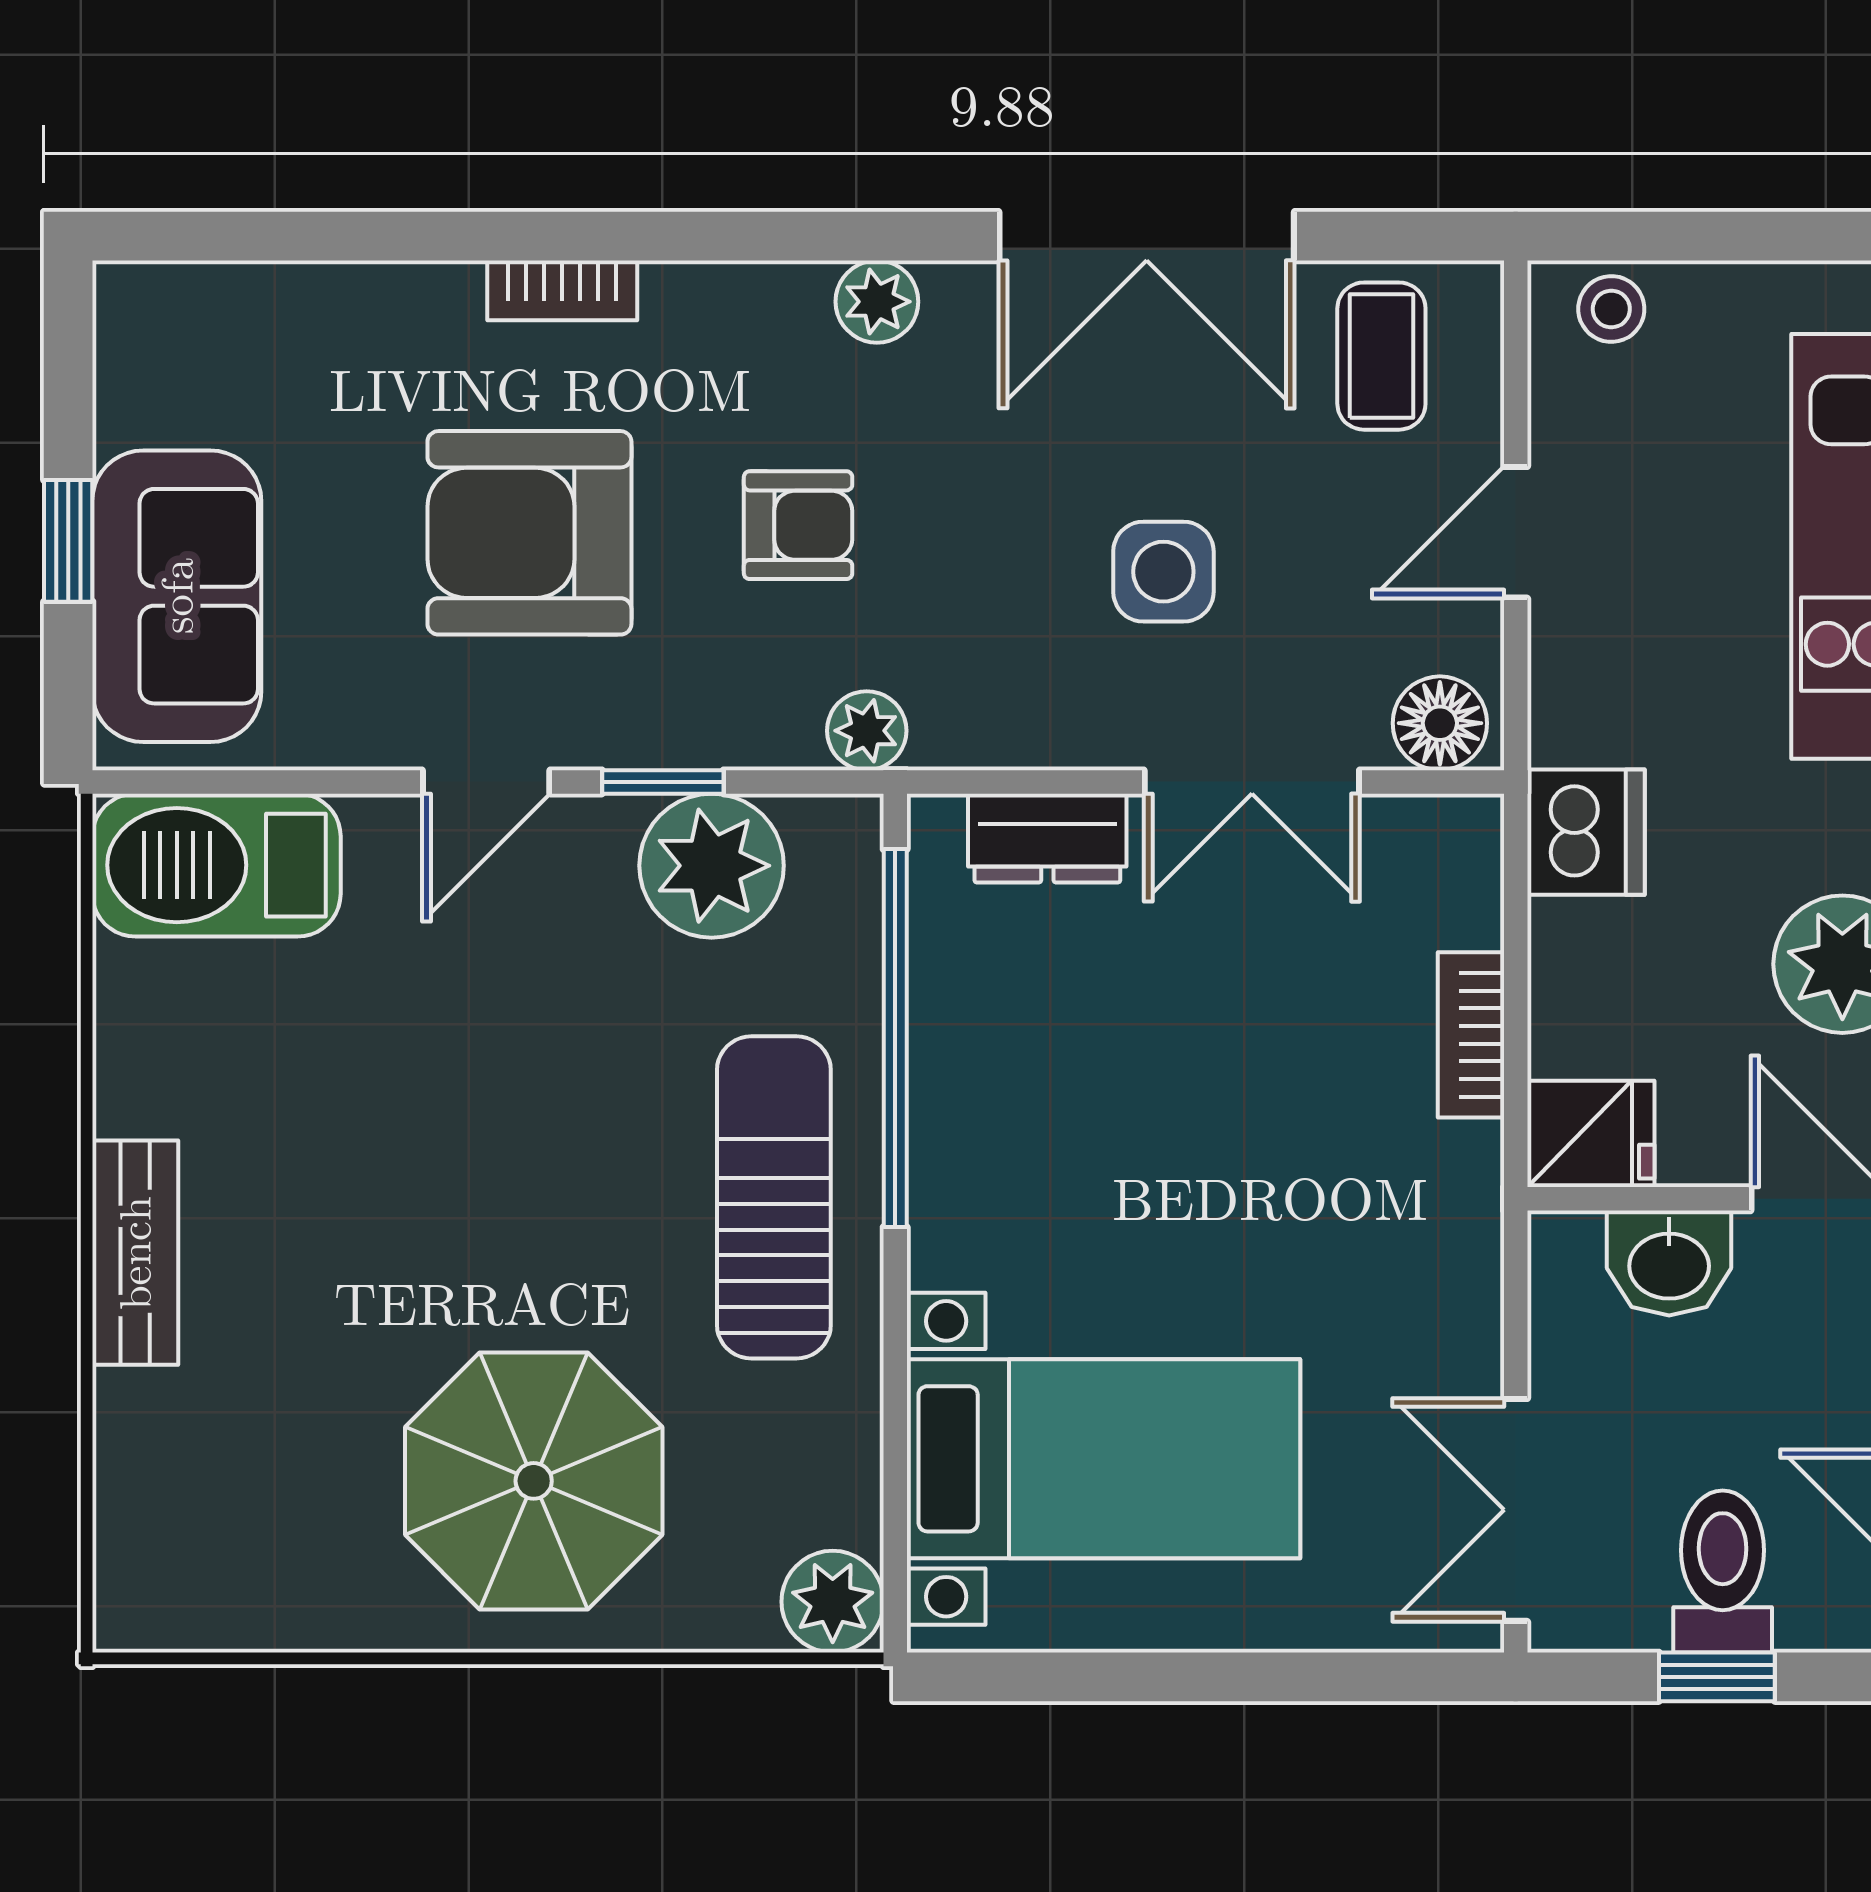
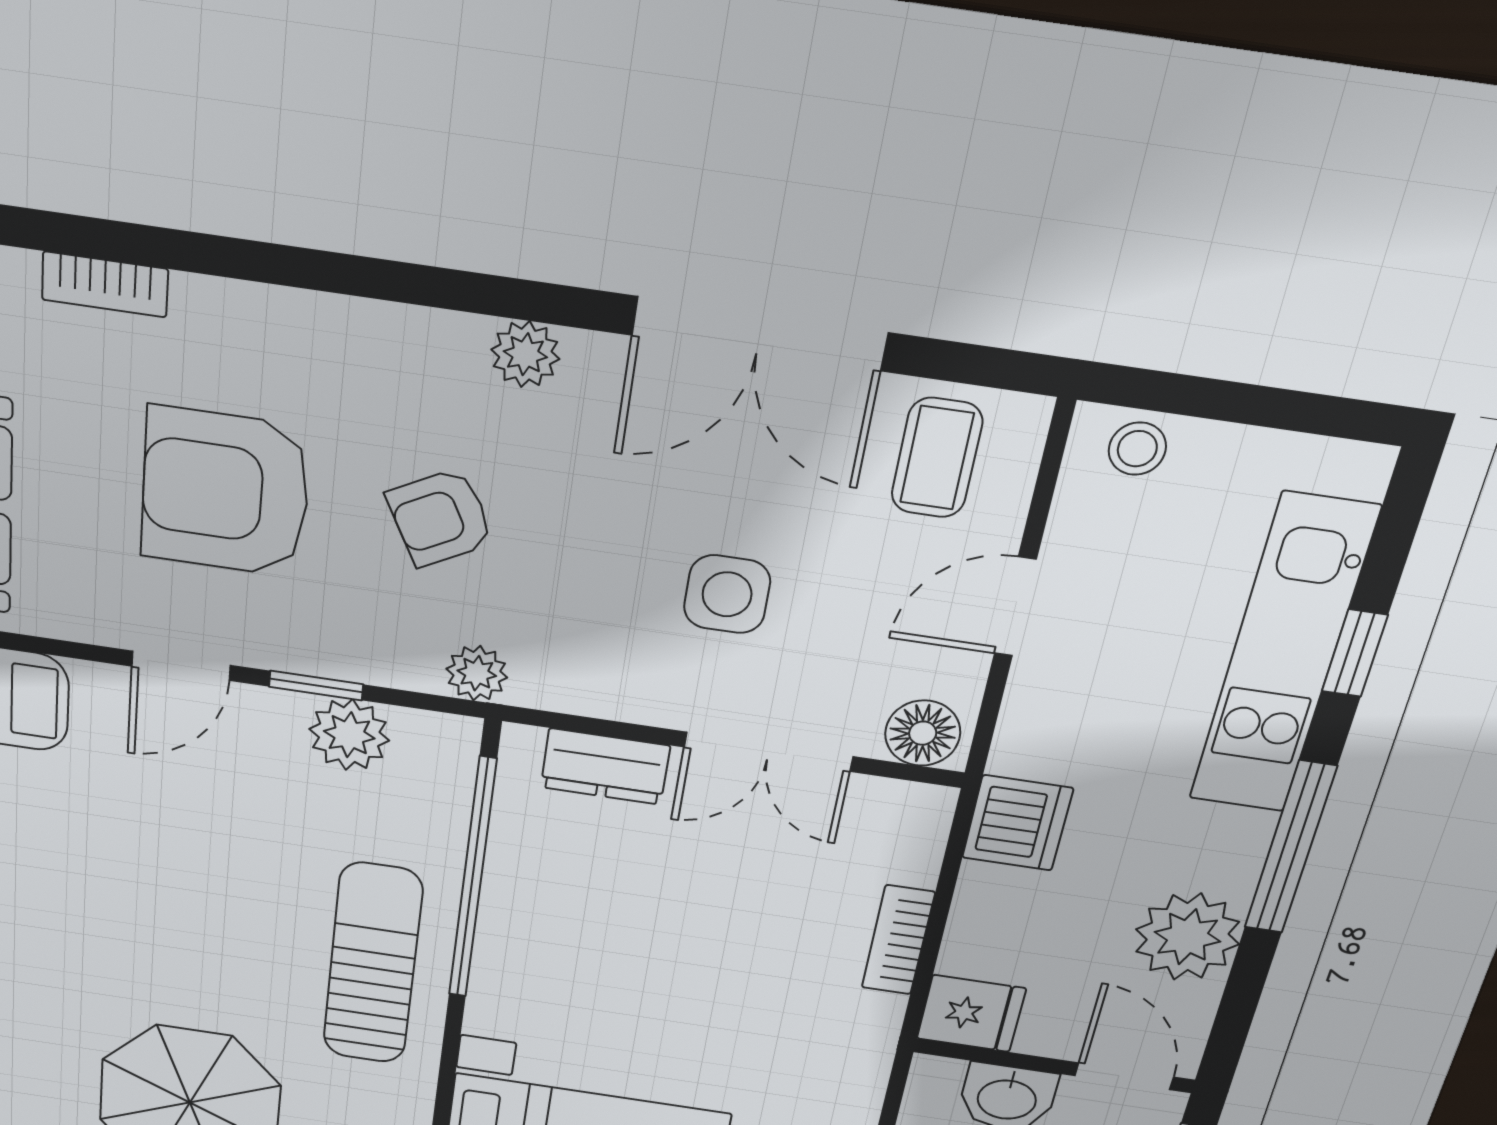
bookcase: (562, 290) -> (105, 284), moved
armchair: (798, 525) -> (440, 518), turned 152
plant: (712, 866) -> (349, 735), width x0.73, depth x0.73

